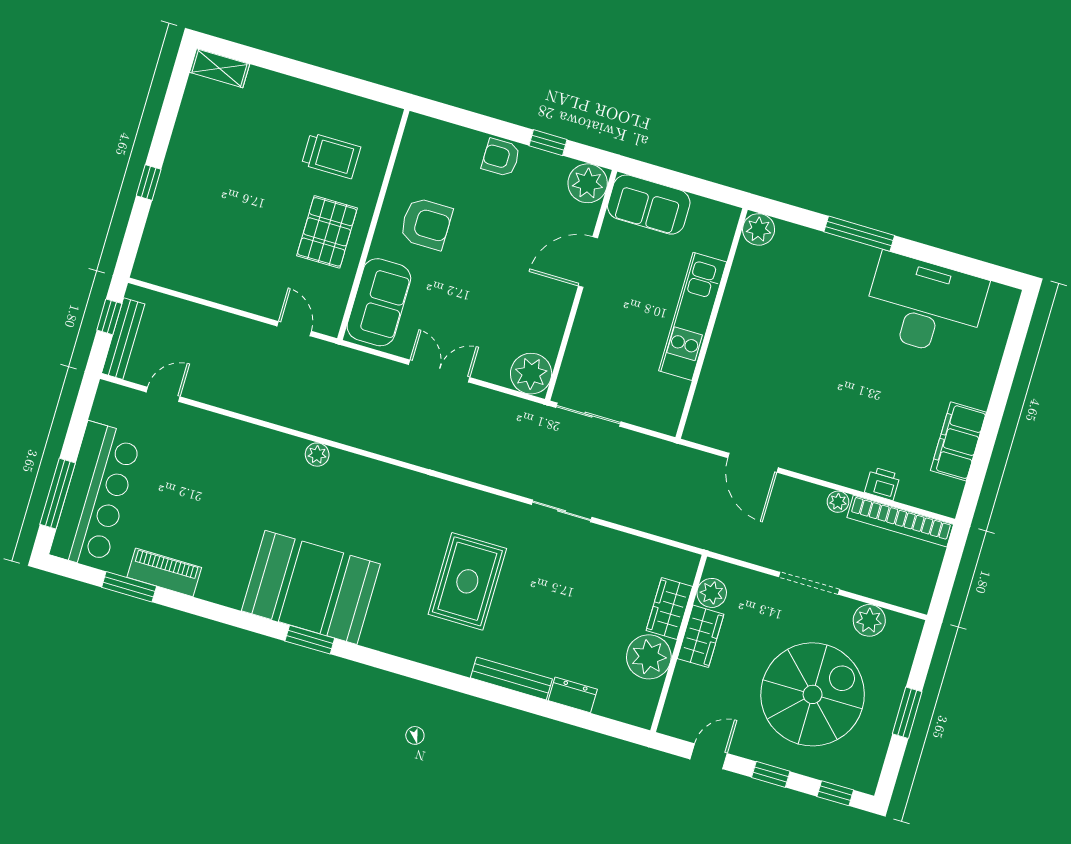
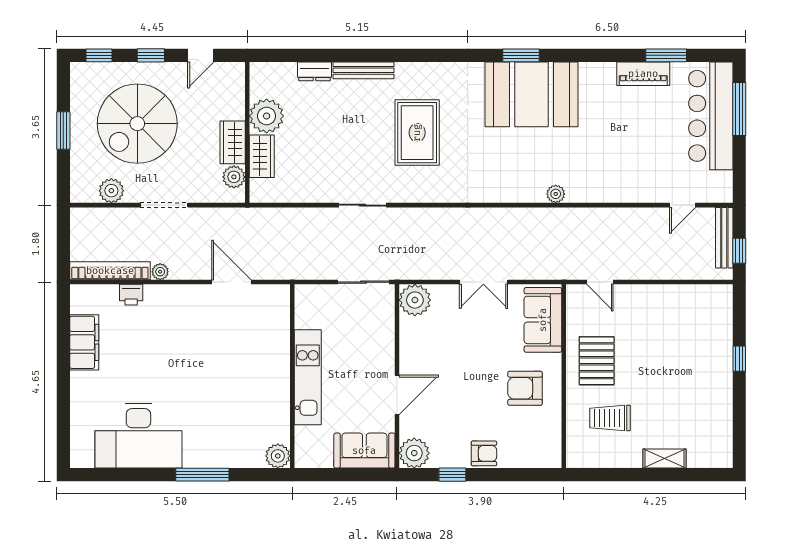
shelving: (220, 68) -> (664, 459), moved

